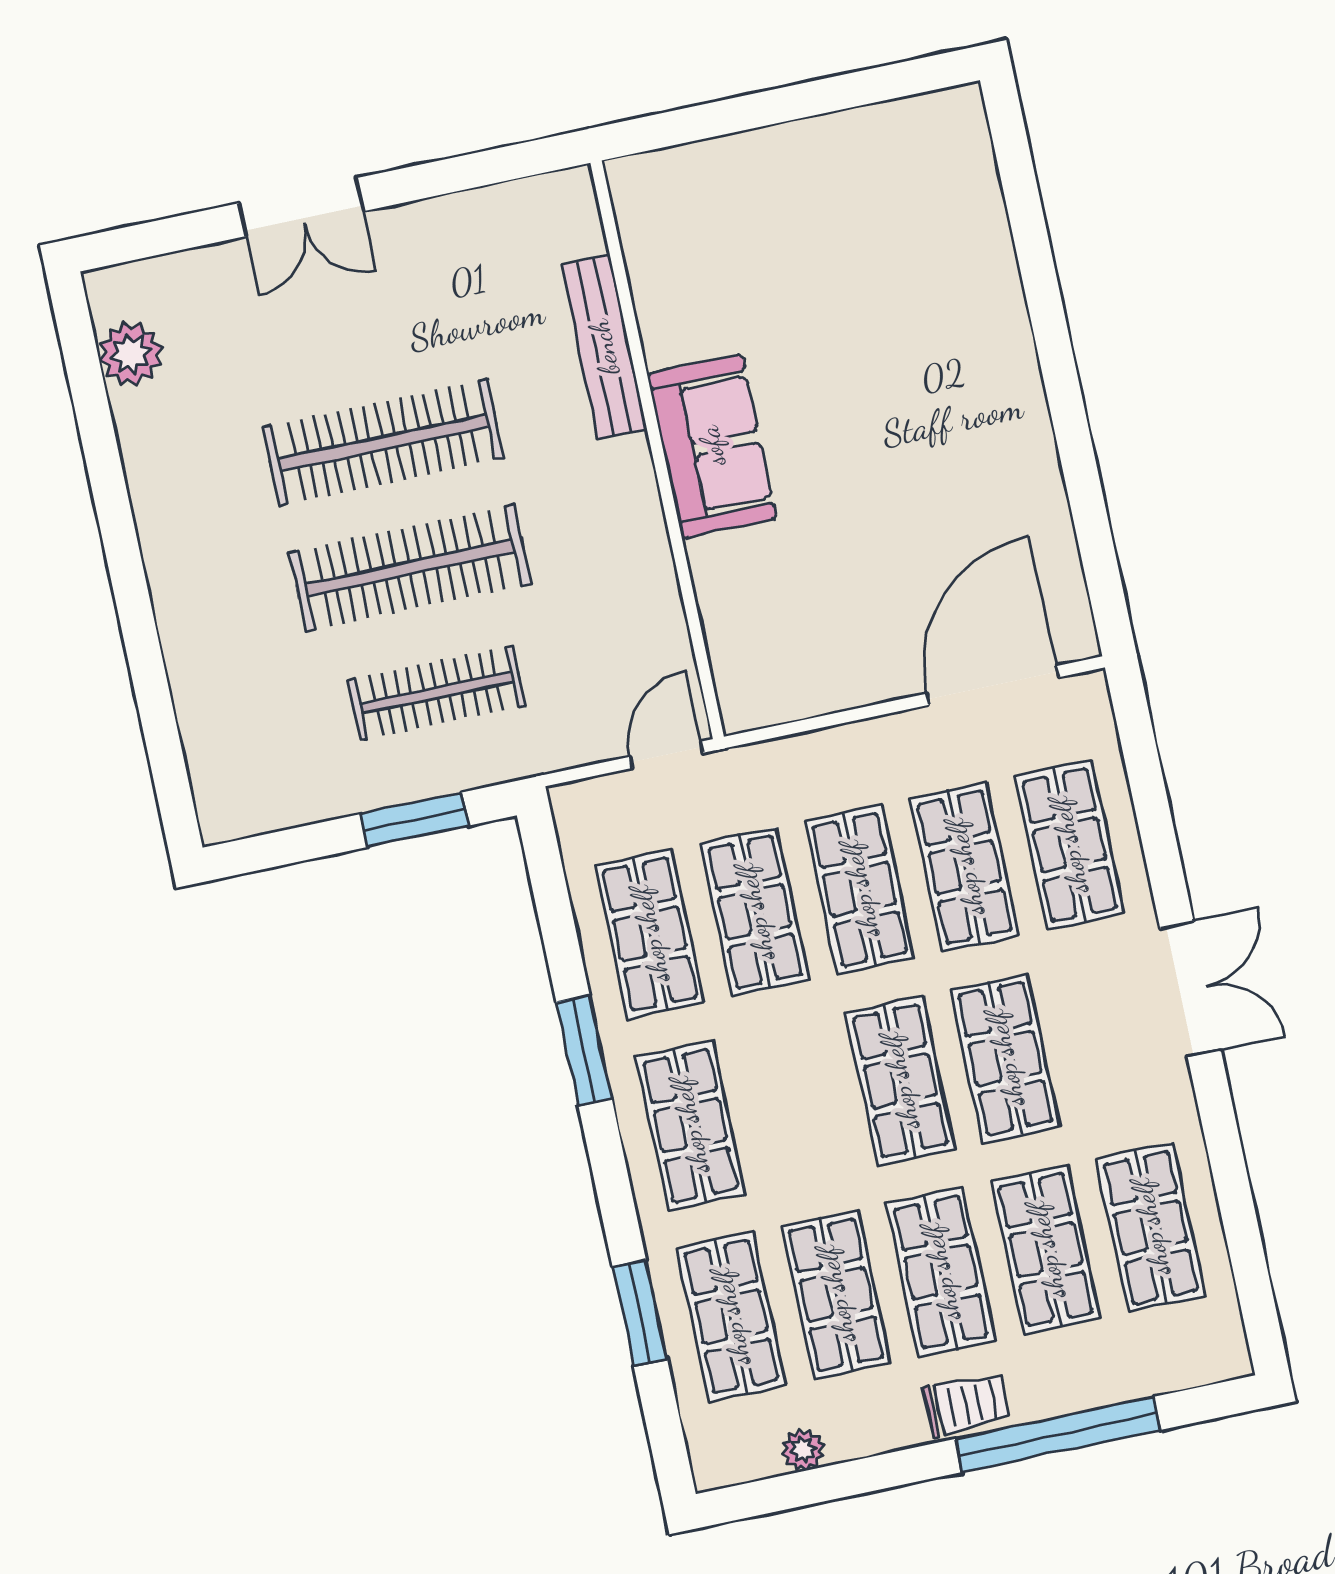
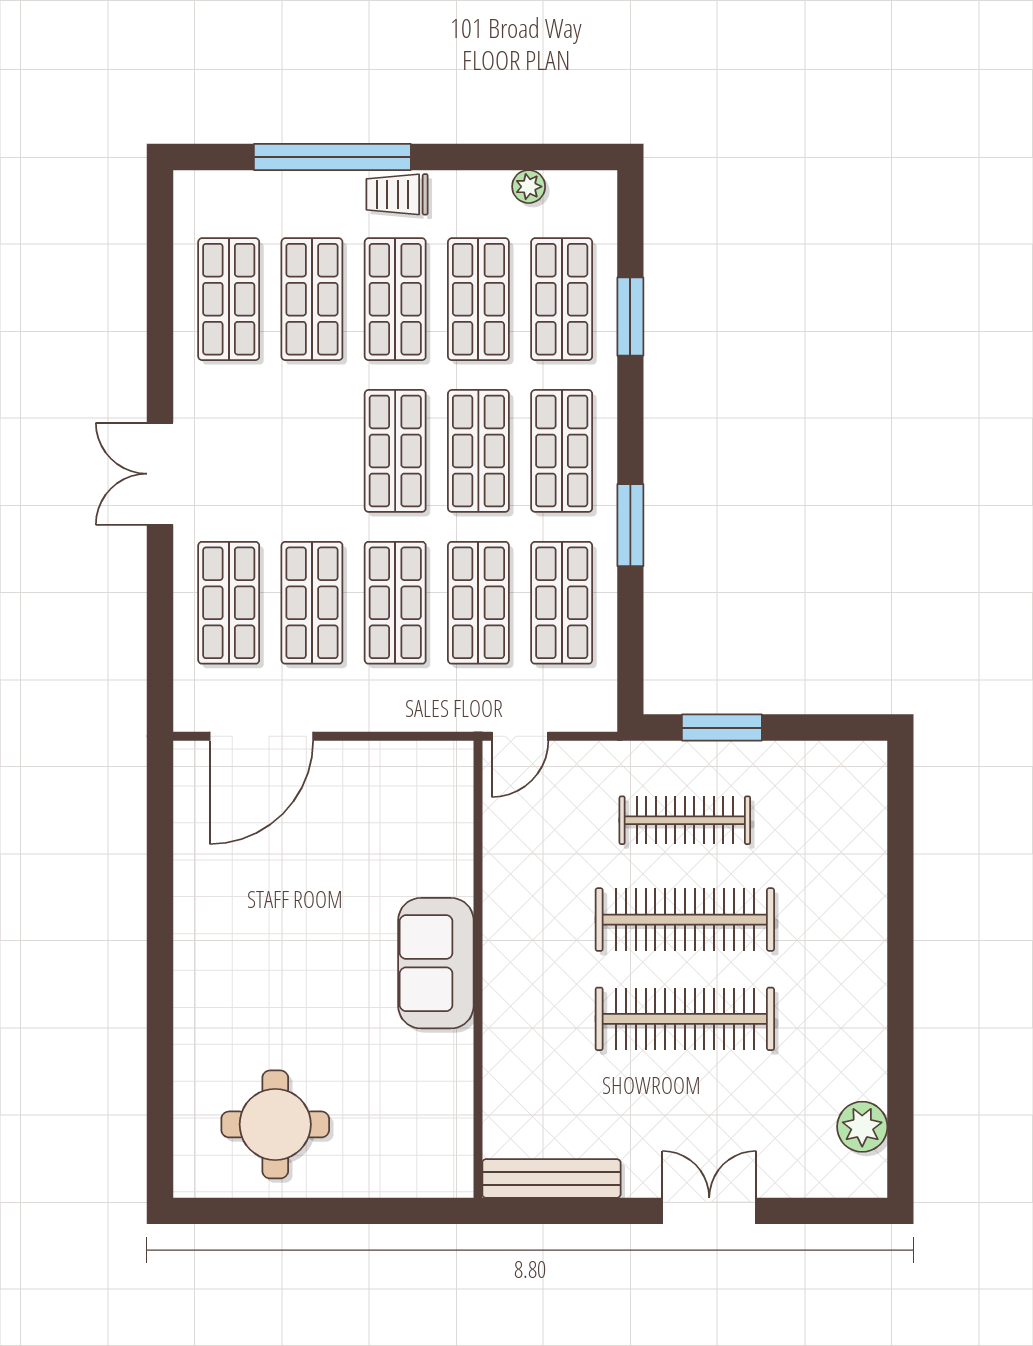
round table: (871, 200) -> (275, 1124), added
bench: (604, 347) -> (551, 1178), moved, turned 90
shop shelf: (1005, 1058) -> (478, 451), moved

